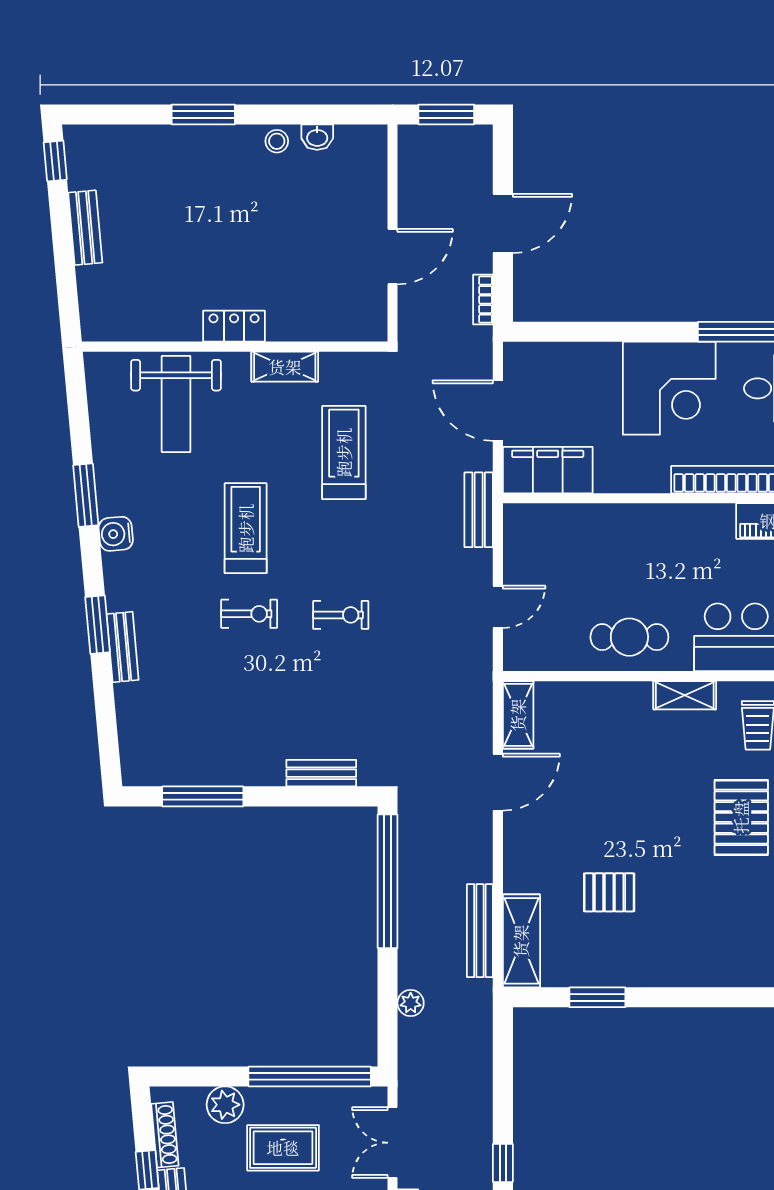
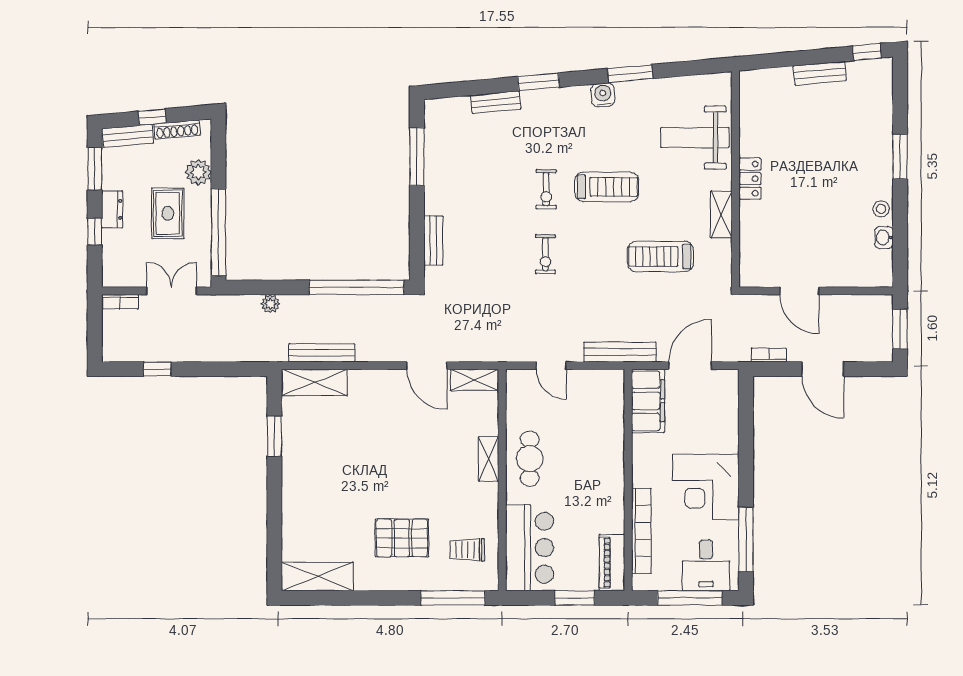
treadmill: (344, 452) -> (660, 256), turned 180
bench: (479, 510) -> (620, 352), width x1.36
bench: (123, 647) -> (496, 102), moved
shelving: (685, 695) -> (489, 459), moved
pallet: (609, 892) -> (349, 444), removed

